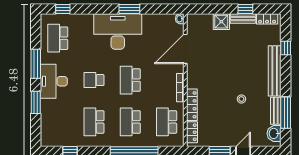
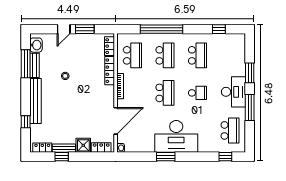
locker: (201, 19) -> (101, 148), added

